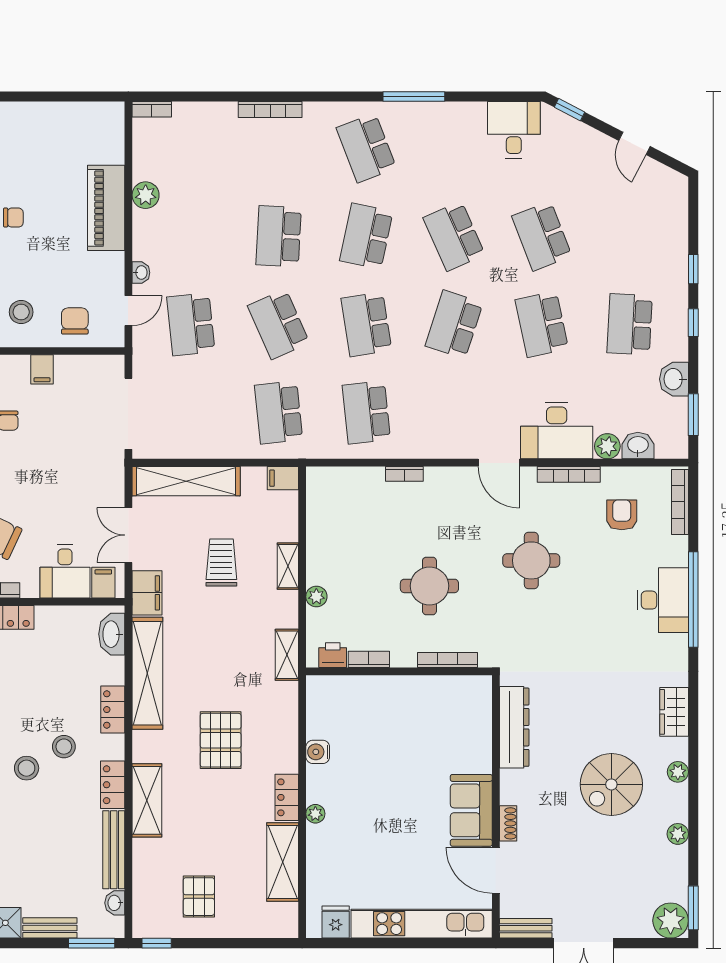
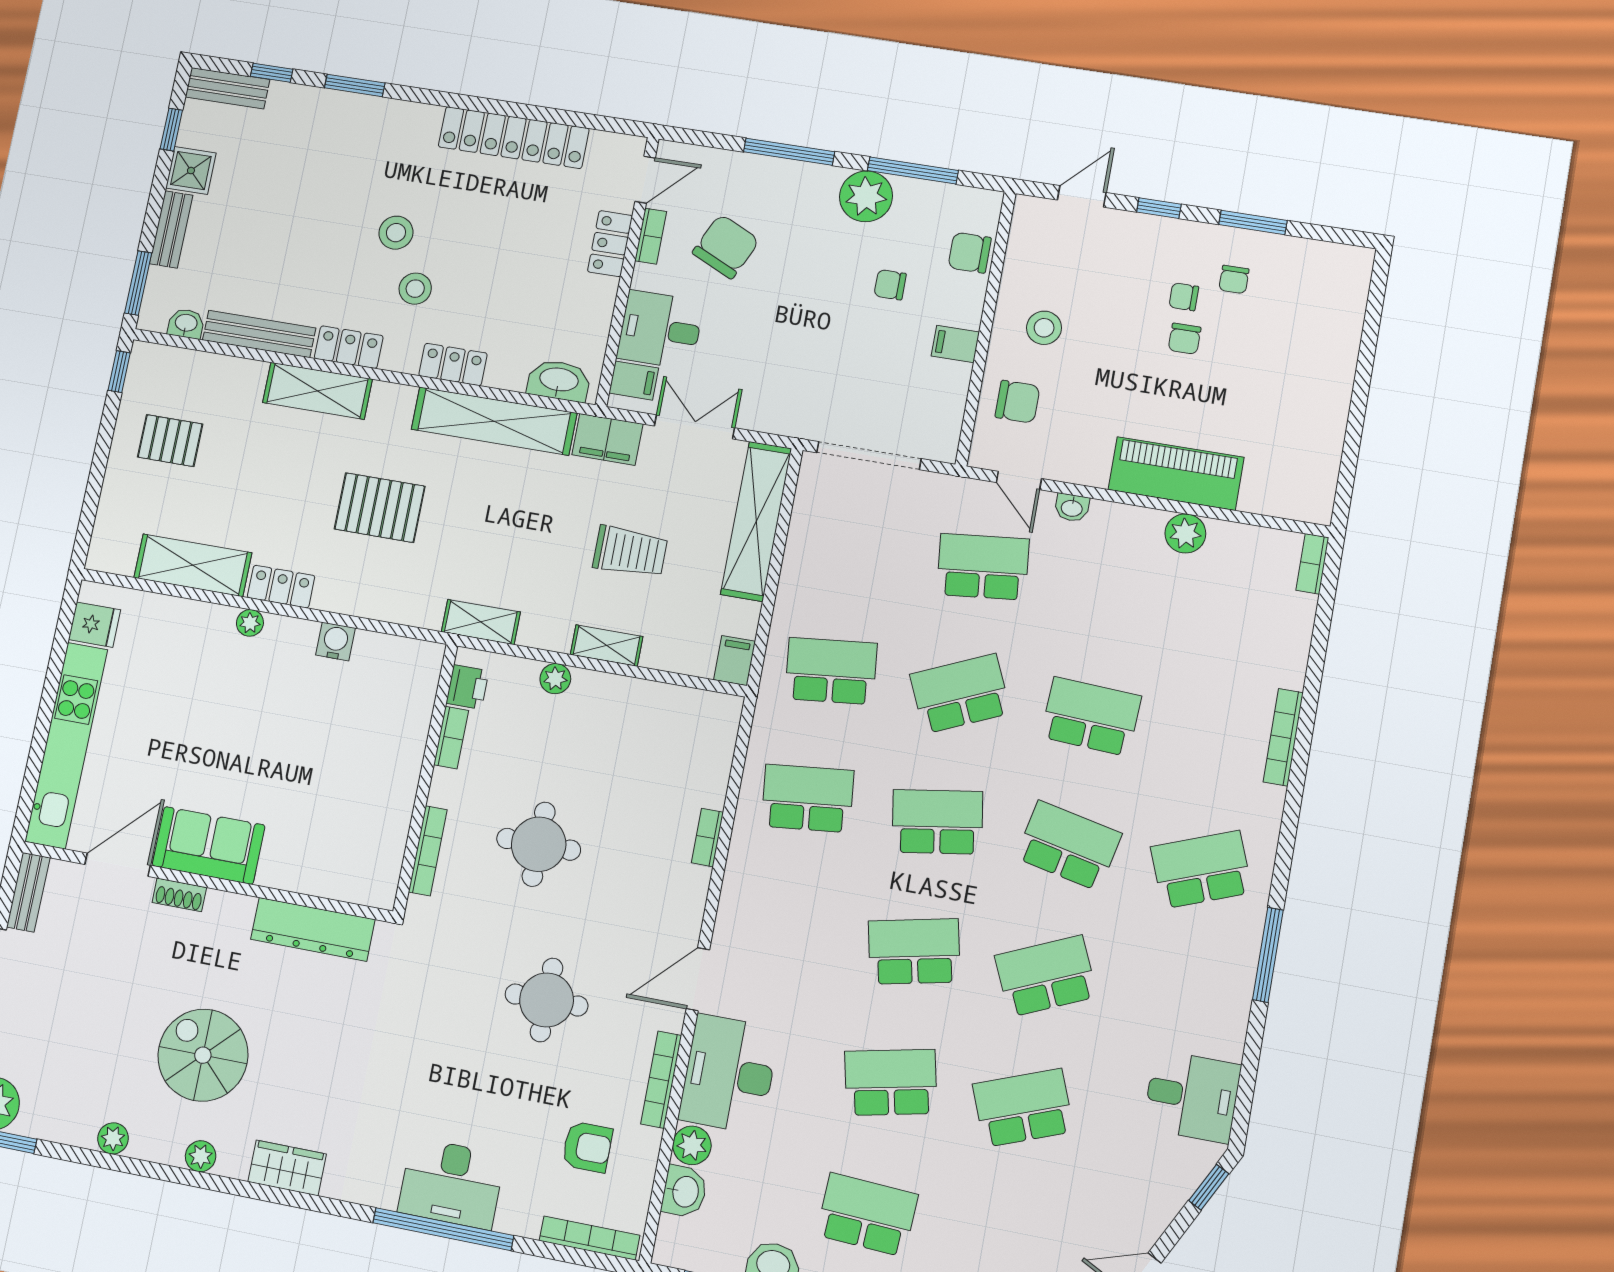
school desk: (454, 324) -> (914, 951), turned -30

